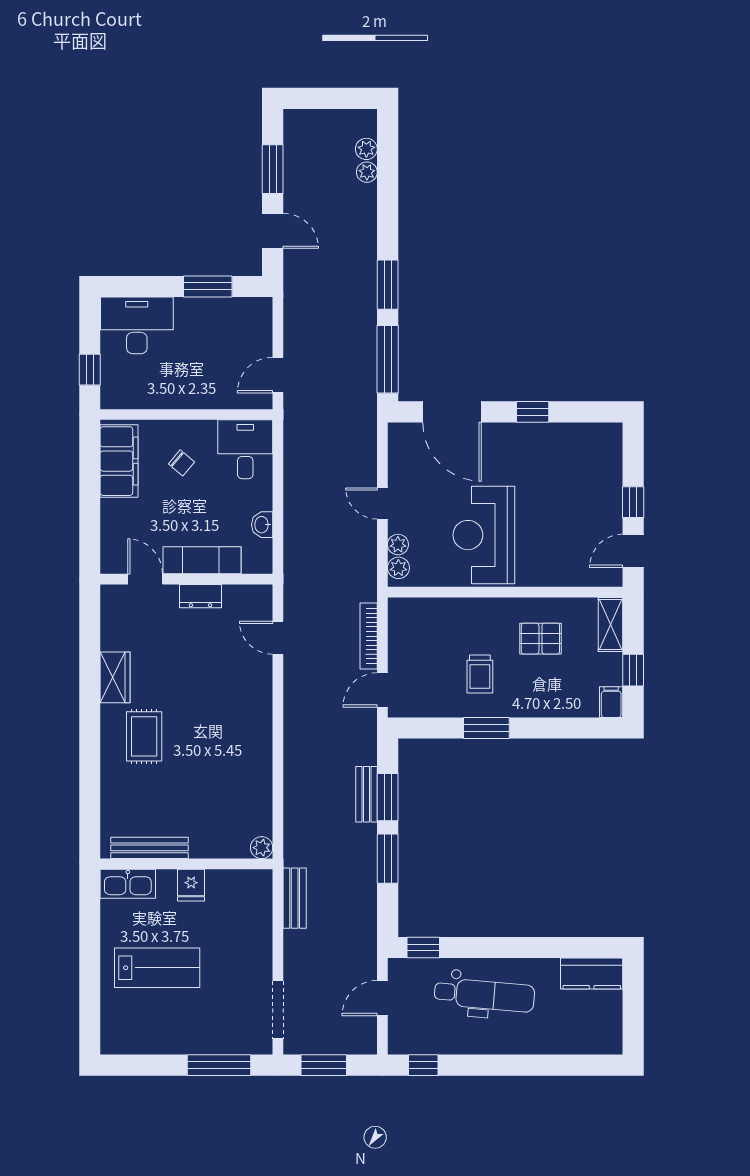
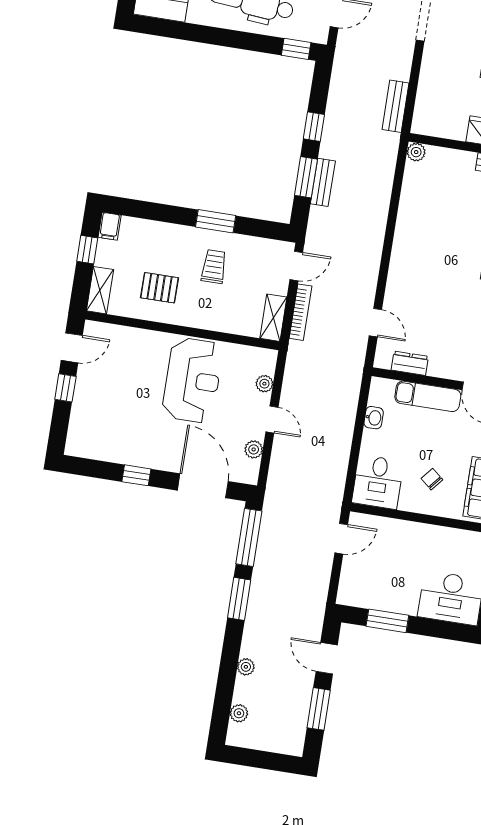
plant: (367, 172) -> (246, 667), moved
plant: (398, 568) -> (254, 449), moved
dresser: (201, 596) -> (410, 363), moved
shelving: (400, 624) -> (273, 318), added
window: (388, 859) -> (314, 127), width x0.67

